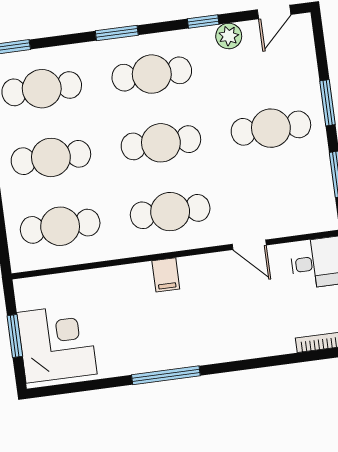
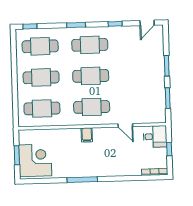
plant: (229, 36) -> (126, 32), removed
cafe table: (271, 128) -> (140, 74), removed

